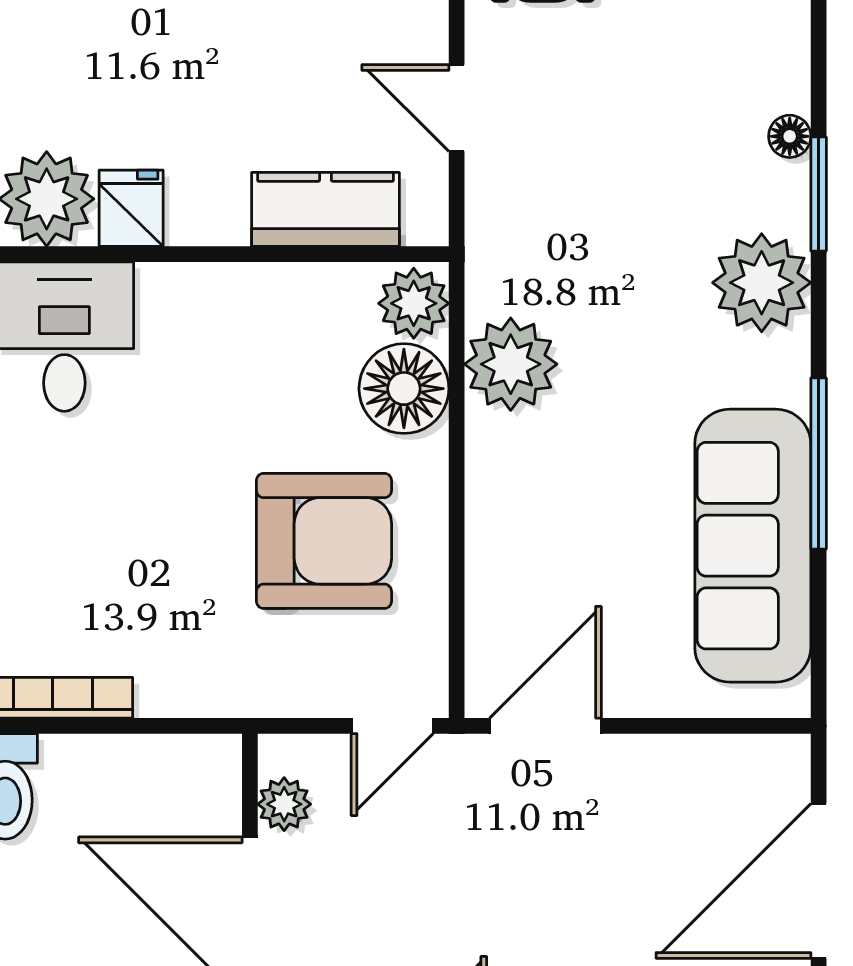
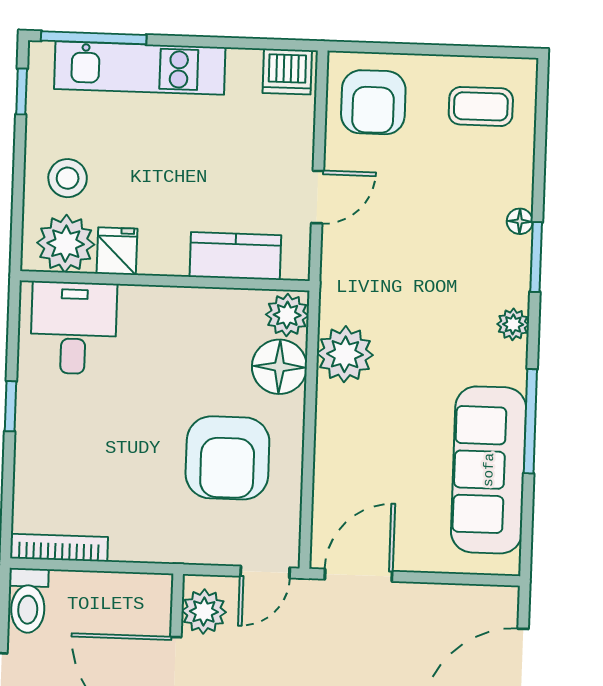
stool: (46, 91) -> (68, 178), added
door: (457, 108) -> (317, 197), swing flipped
plant: (762, 283) -> (513, 324), width x0.53, depth x0.53
armchair: (324, 541) -> (227, 458), turned 90
plant: (284, 804) -> (204, 612), width x1.38, depth x1.38

